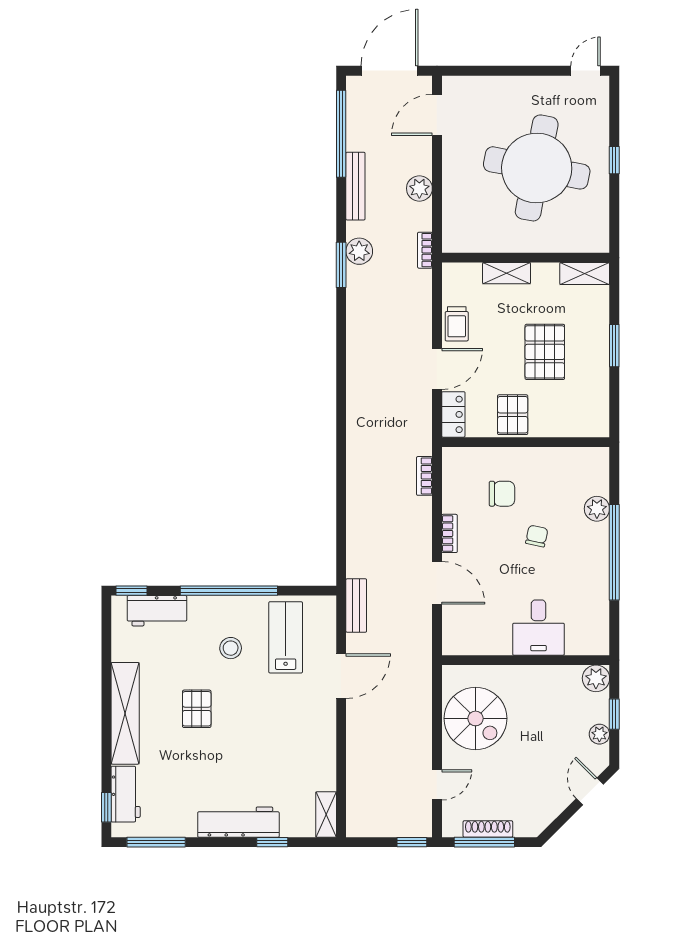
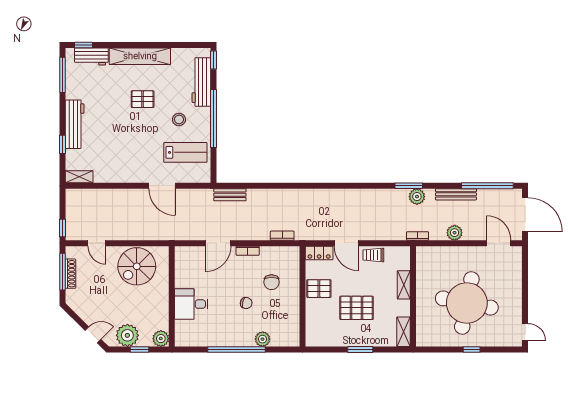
bench: (356, 605) -> (230, 195), moved
workbench: (157, 611) -> (201, 82), width x1.38
plant: (599, 734) -> (127, 335), width x1.88, depth x1.88

